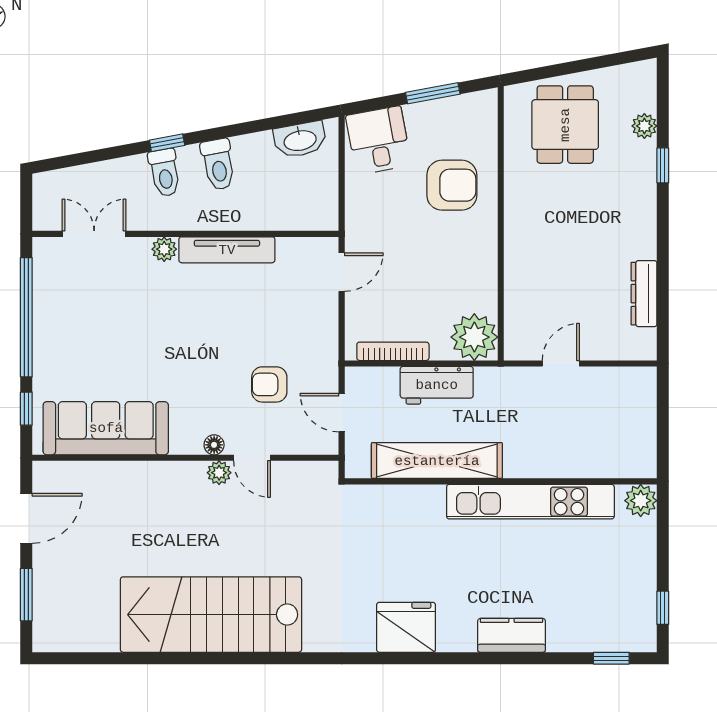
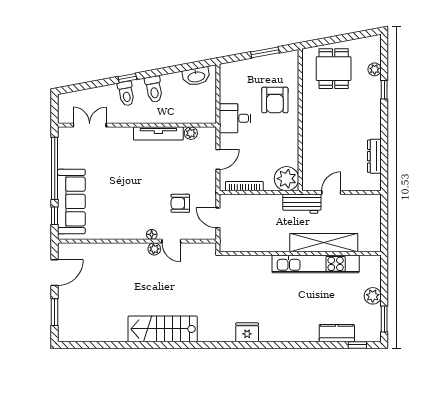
desk: (378, 140) -> (235, 118), moved, turned -79
armchair: (452, 185) -> (275, 100), turned 90
plant: (164, 249) -> (191, 133), moved
door: (342, 272) -> (218, 159), moved
workbench: (437, 385) -> (302, 204), moved
sofa: (106, 428) -> (71, 201), moved, turned 90
shelving: (437, 461) -> (324, 243), moved
plant: (641, 501) -> (373, 296), moved
window: (663, 608) -> (384, 319), width x1.50
stairs: (211, 615) -> (163, 329), width x0.73, depth x0.66
fridge: (406, 627) -> (247, 332), width x0.73, depth x0.75
kitchen counter: (512, 635) -> (337, 333), moved

